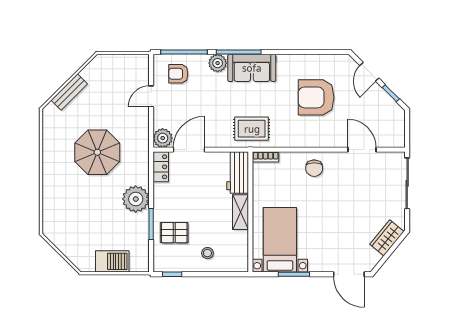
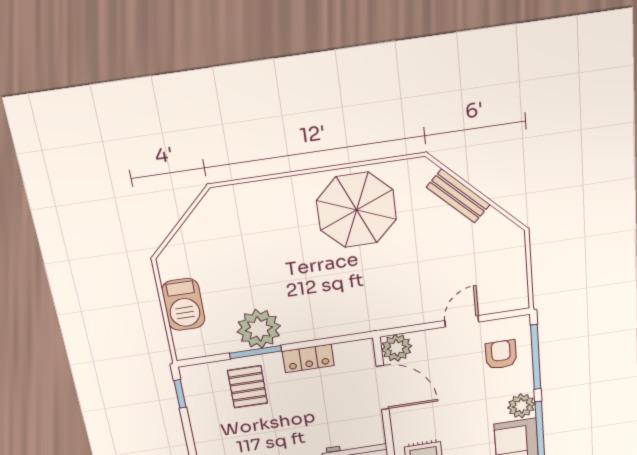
door: (151, 96) -> (462, 321), hinge flipped
parasol: (97, 152) -> (357, 210), moved
locker: (161, 167) -> (308, 358), moved
plant: (136, 199) -> (259, 329), moved
stool: (207, 253) -> (224, 437), removed

